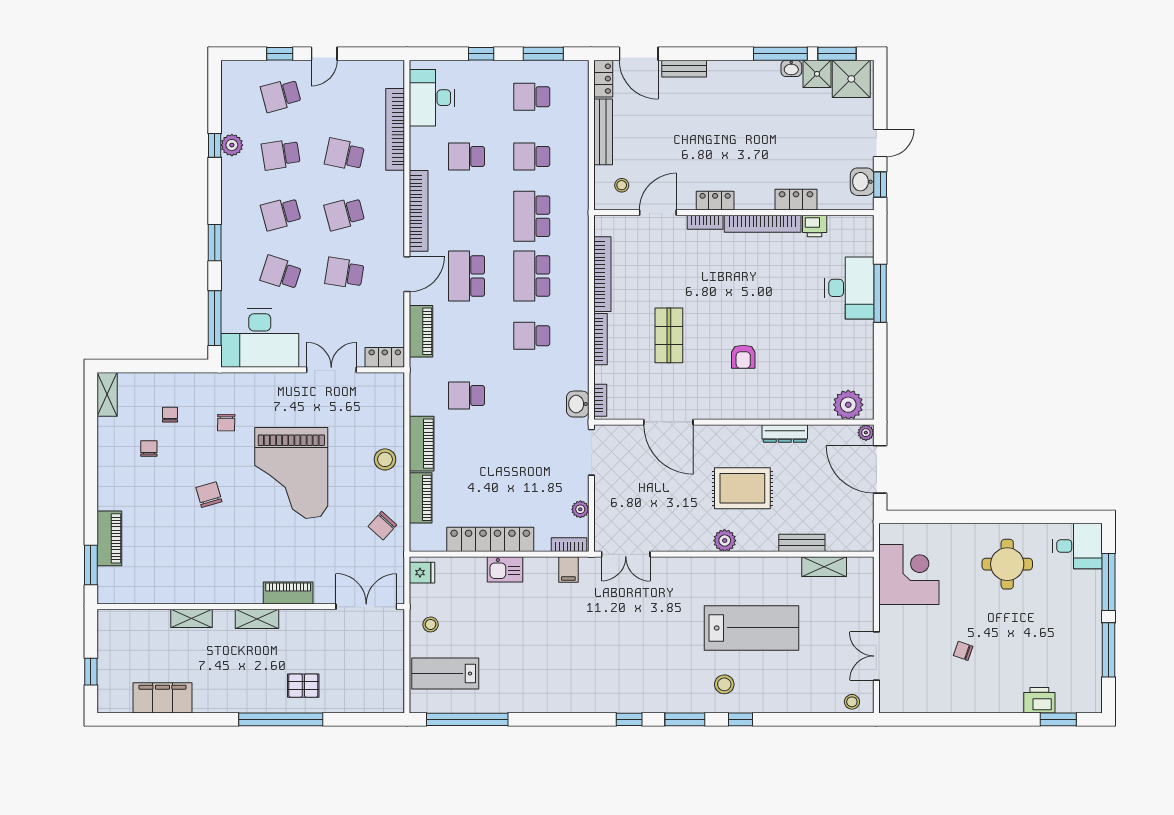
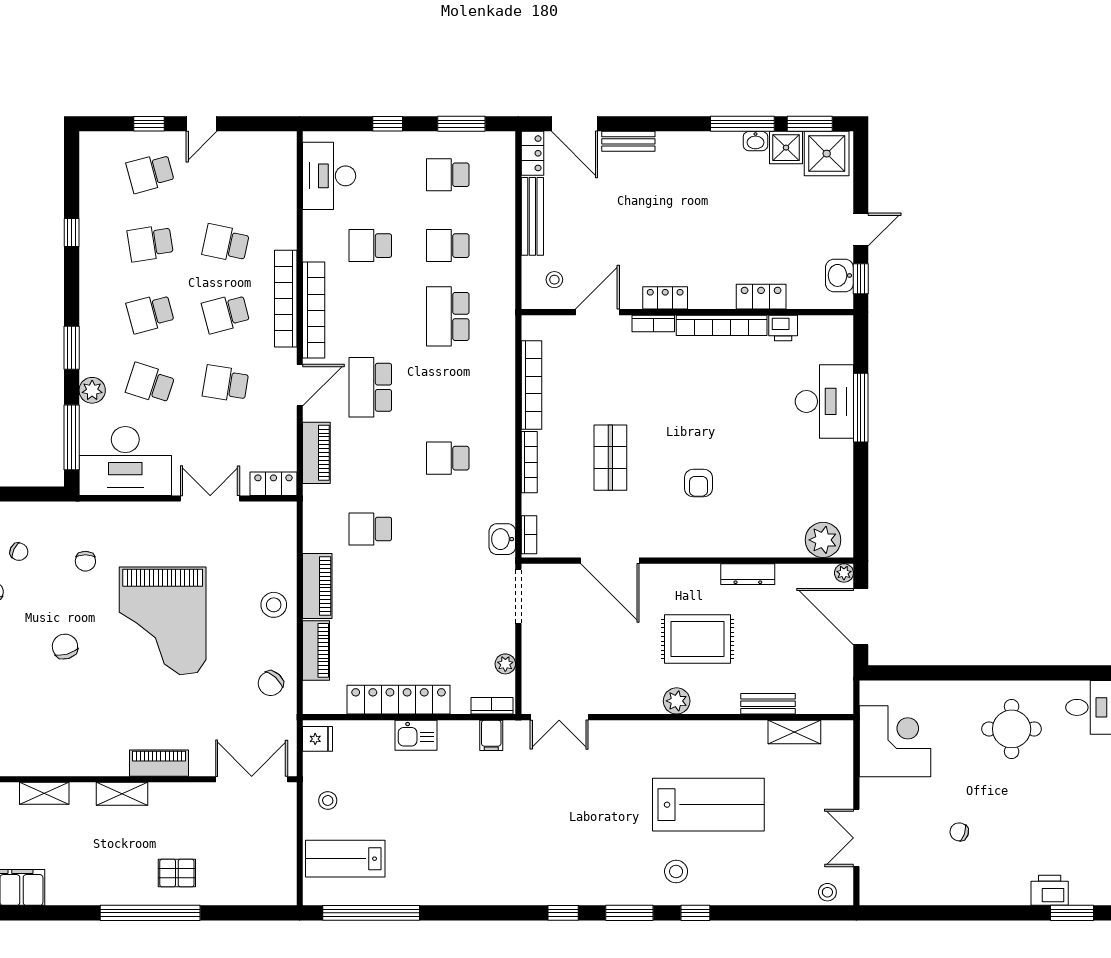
bookcase: (395, 129) -> (286, 299), moved
plant: (232, 145) -> (92, 390), moved
school desk: (532, 276) -> (448, 387), removed
chair: (170, 415) -> (19, 552), turned 116

